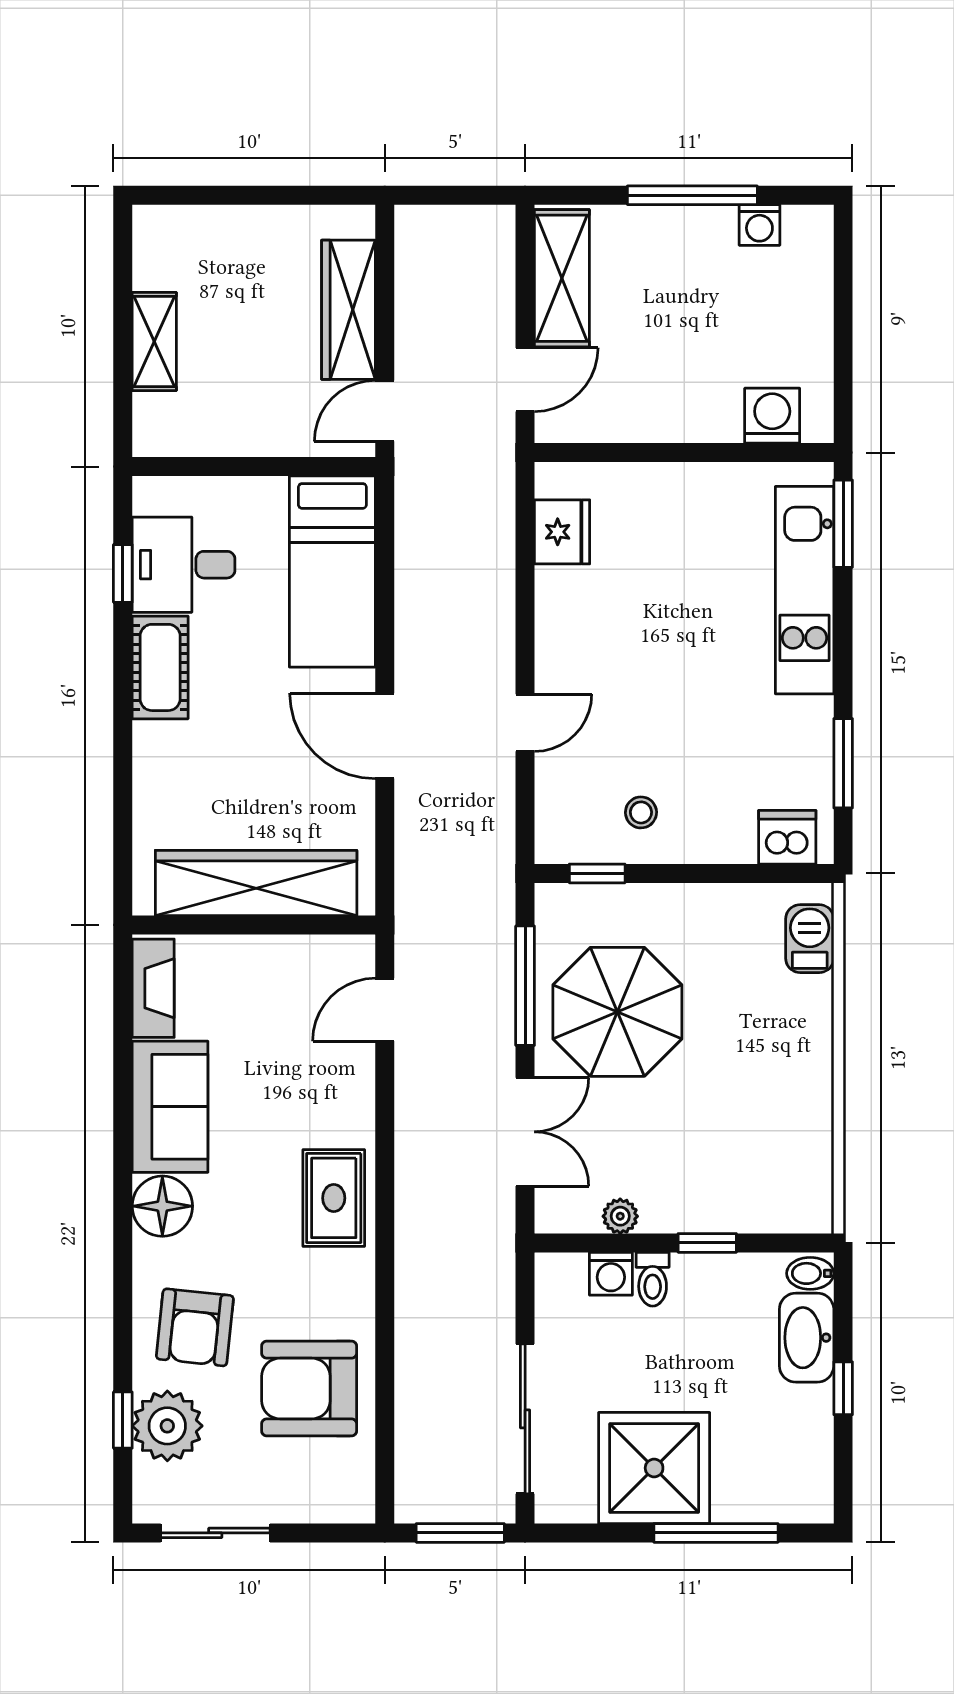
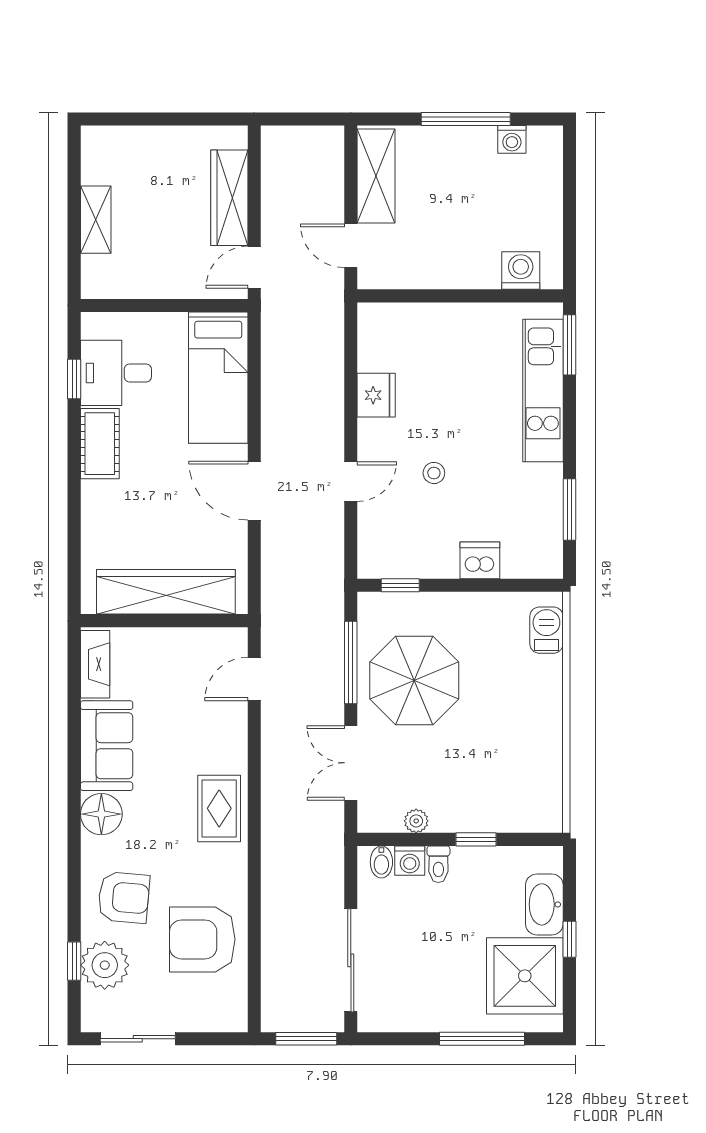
door: (525, 380) -> (351, 246), swing flipped
fridge: (562, 532) -> (376, 395), moved
stool: (641, 812) -> (434, 473), moved
dishwasher: (787, 837) -> (480, 560), moved
double door: (525, 1132) -> (351, 763), swing flipped
bidet: (810, 1273) -> (381, 862), moved, turned -90
armchair: (195, 1327) -> (124, 897), turned -91
shower: (654, 1468) -> (525, 976), moved

